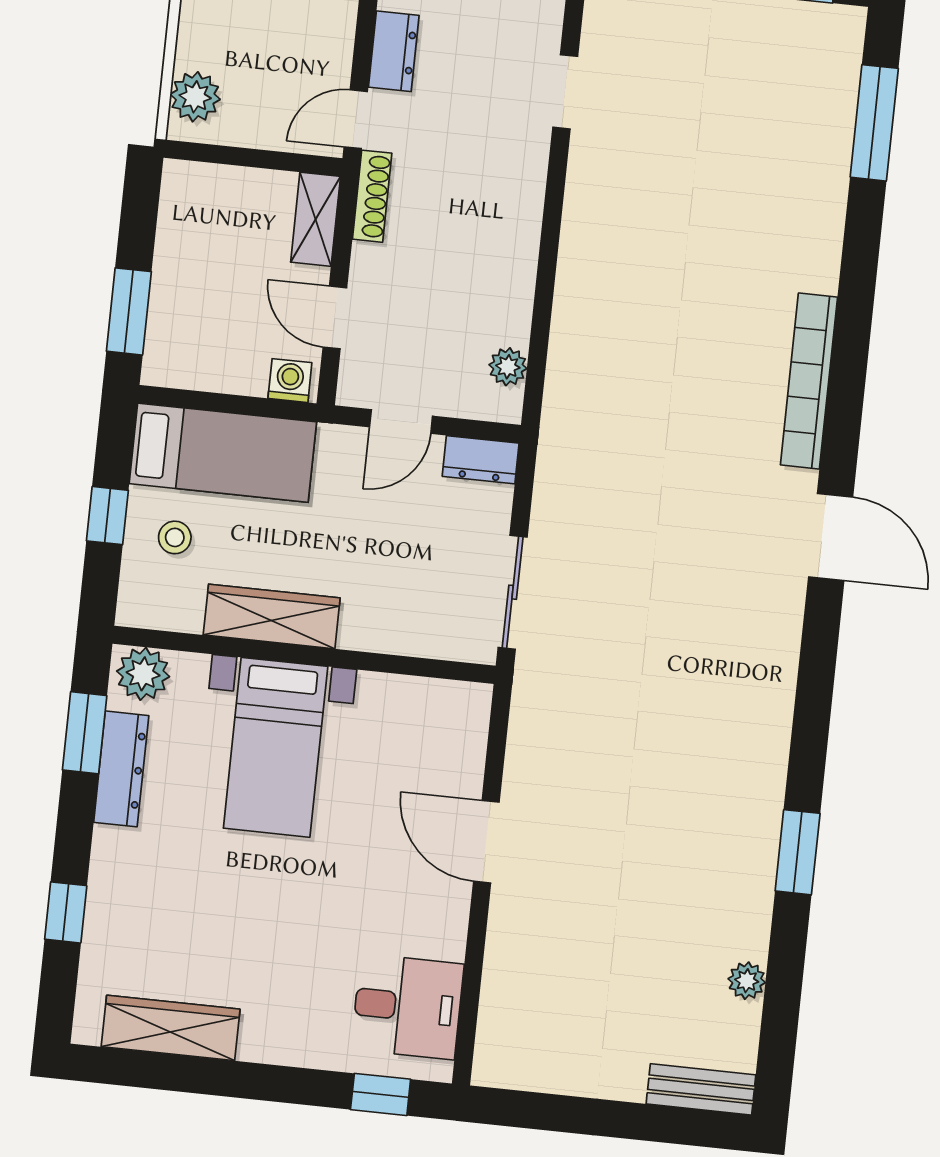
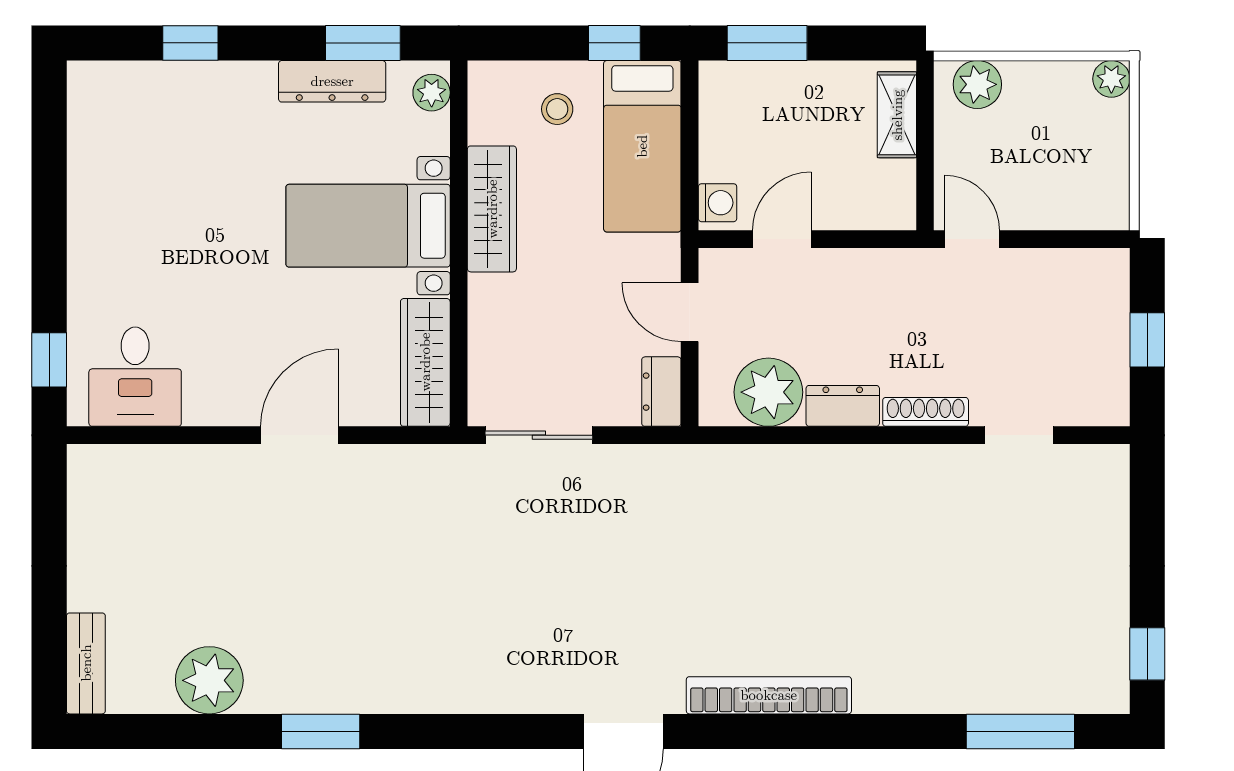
dresser: (394, 51) -> (843, 406), moved, turned 180
shoe rack: (372, 196) -> (926, 412), moved, turned 180
shelving: (316, 219) -> (897, 115), moved, turned 90
plant: (508, 367) -> (768, 392), width x1.88, depth x1.88
window: (107, 516) -> (614, 43), moved
plant: (143, 674) -> (432, 93), width x0.73, depth x0.73
plant: (747, 981) -> (209, 680), width x1.88, depth x1.88
wardrobe: (171, 1028) -> (425, 362), moved, turned 180

